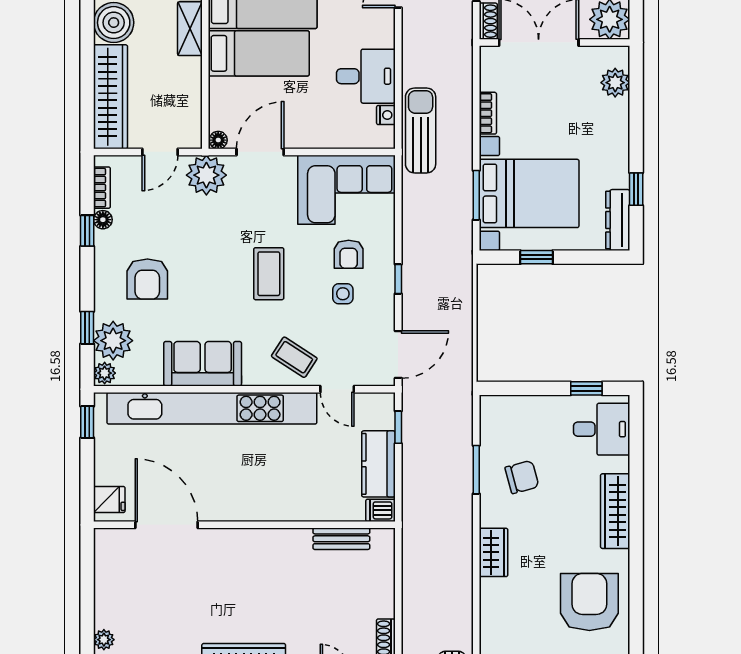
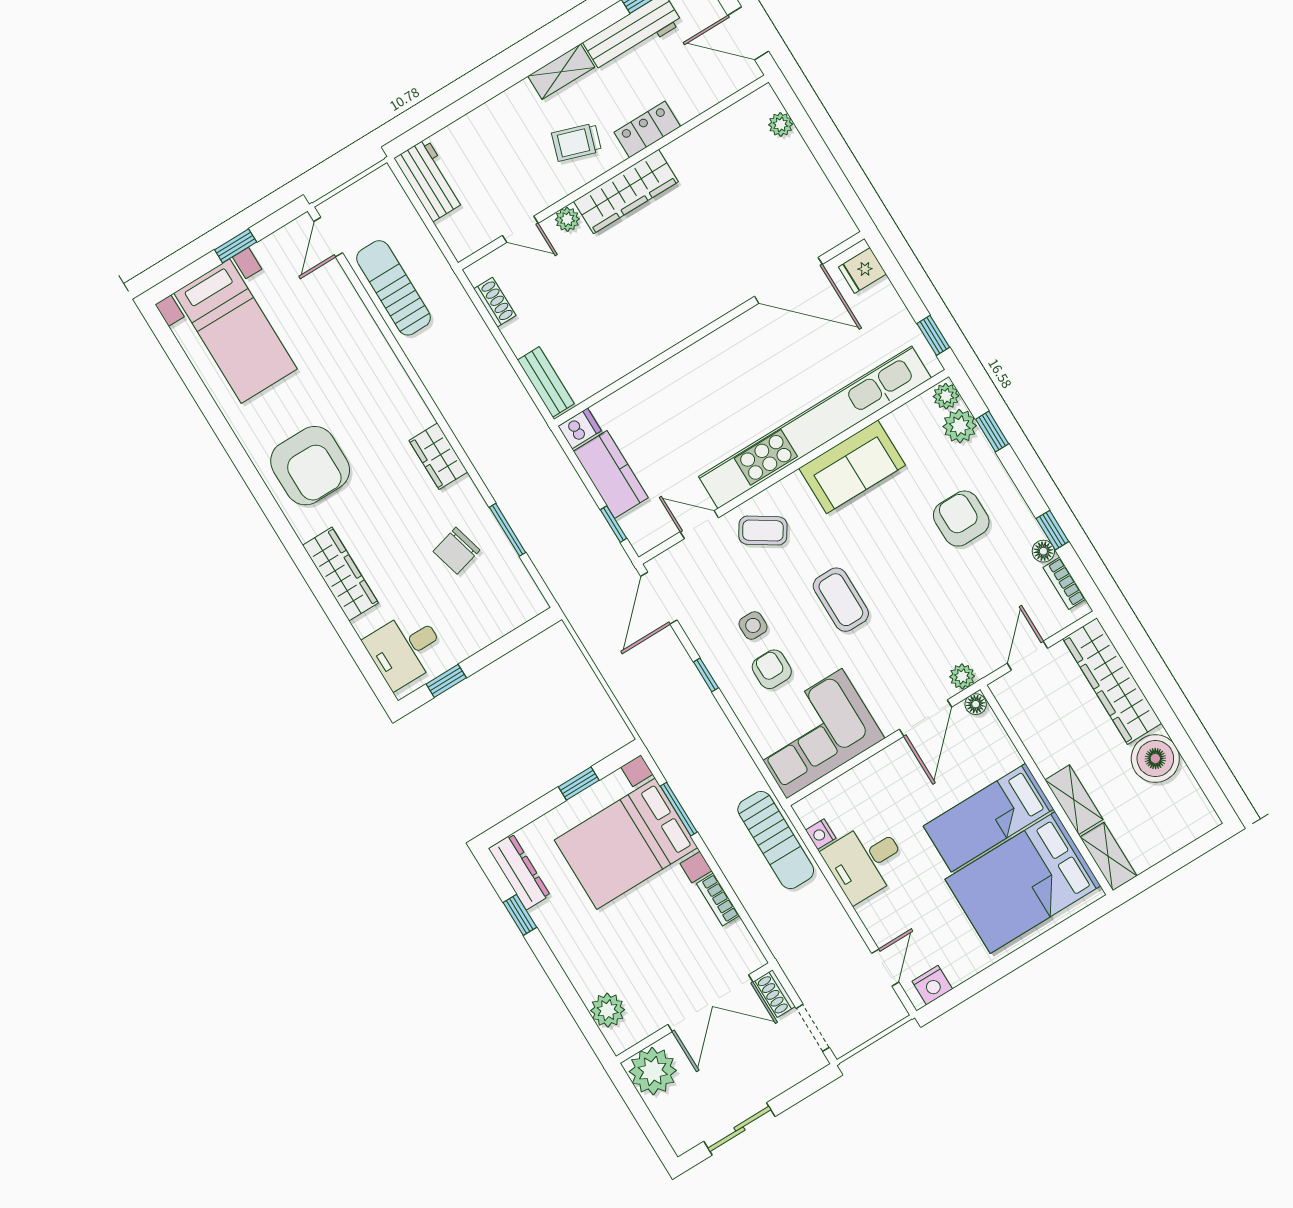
plant: (206, 175) -> (962, 676), width x0.53, depth x0.53
plant: (113, 341) -> (960, 426), width x0.73, depth x0.73
bench: (341, 539) -> (546, 382), moved, turned 90

